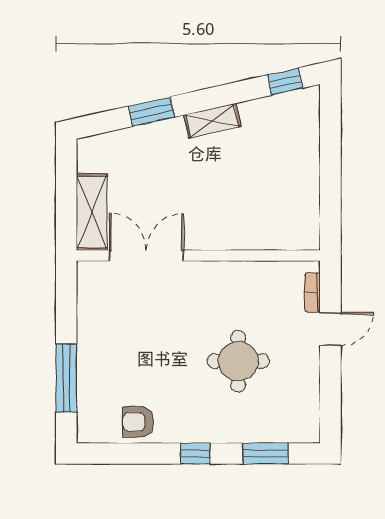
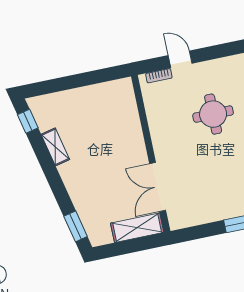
window: (151, 112) -> (76, 226), moved
shelving: (212, 121) -> (55, 147), moved

